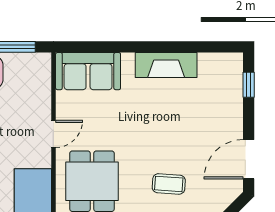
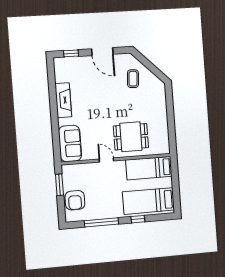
door: (249, 159) -> (102, 52), moved
coffee table: (169, 184) -> (133, 79), moved

